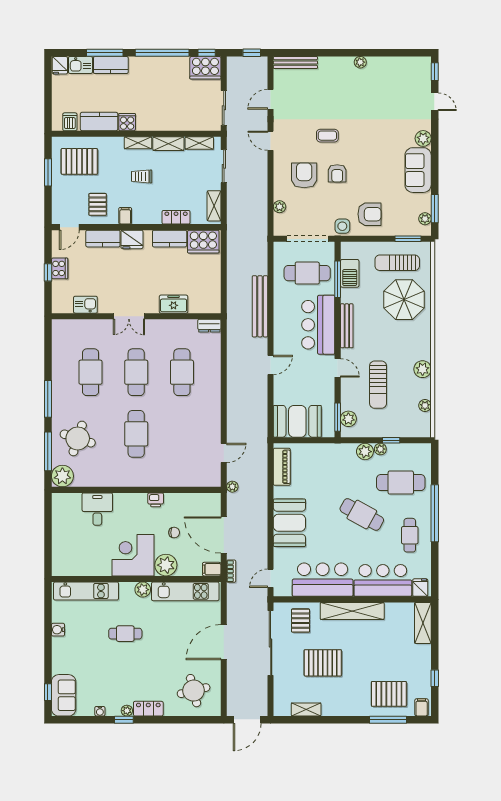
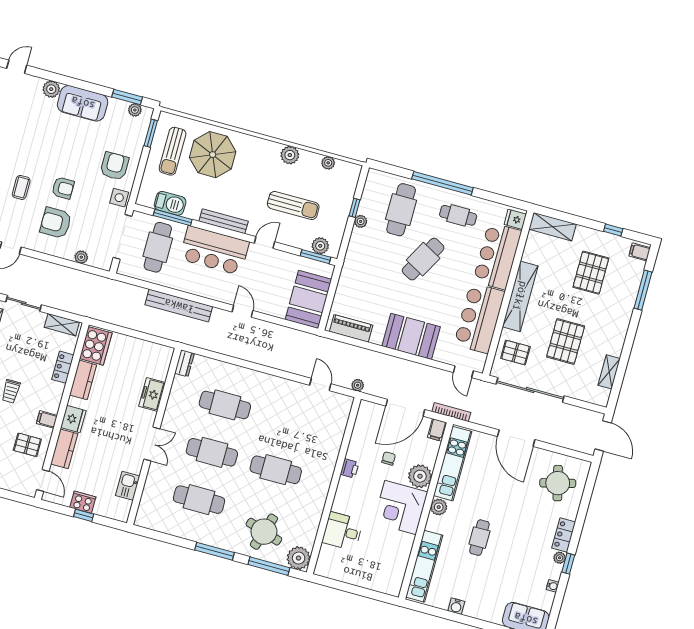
plant: (365, 452) -> (359, 238), removed
bookcase: (231, 571) -> (451, 412), width x1.56
pallet: (389, 694) -> (591, 273), moved

